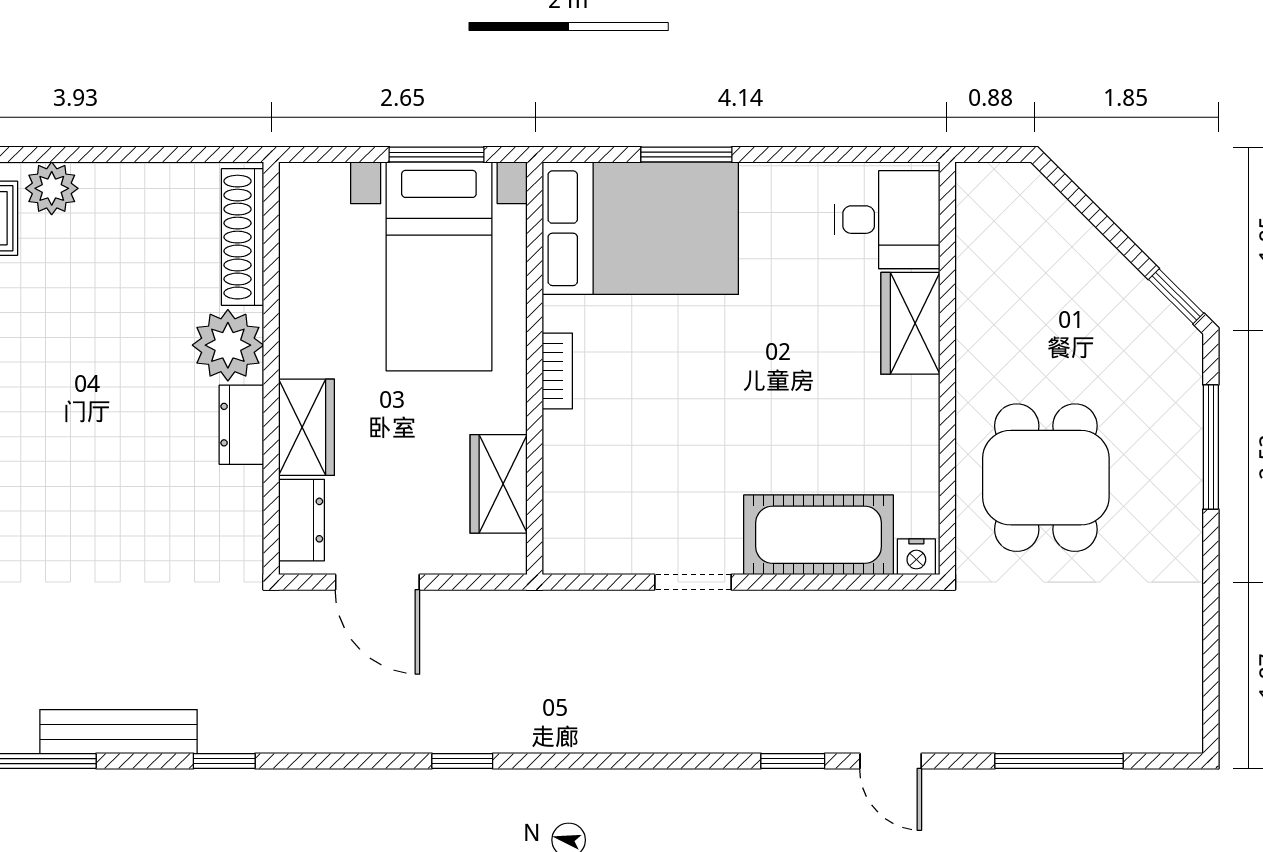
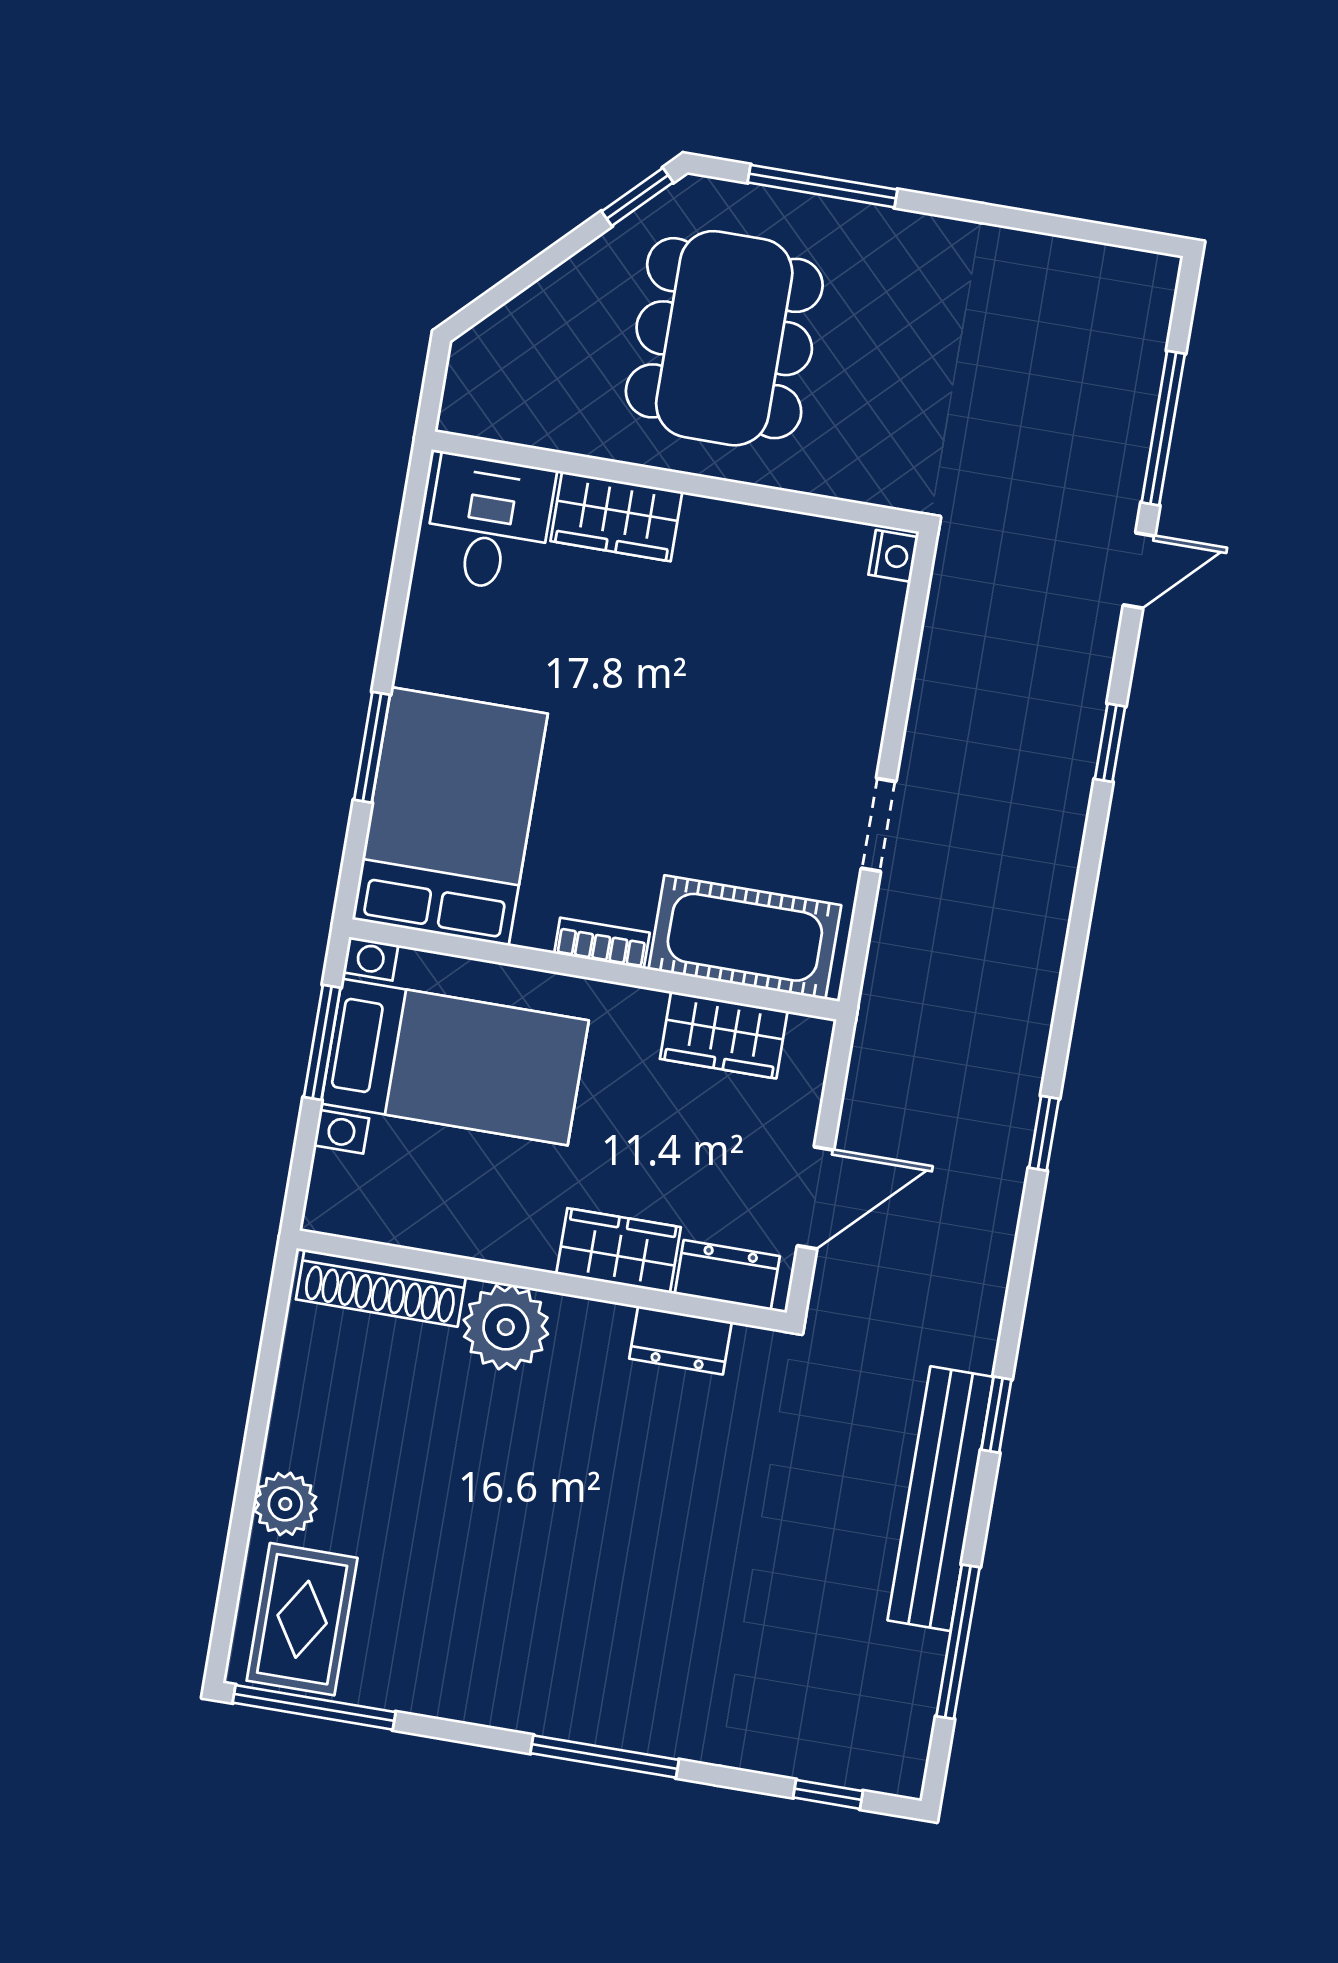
dresser: (241, 425) -> (681, 1340), moved
dining table: (1046, 478) -> (724, 338), moved, width x1.38
cot: (819, 535) -> (745, 937), moved, turned 90
bench: (118, 732) -> (941, 1499), width x1.37, depth x1.21
door: (891, 761) -> (1139, 570), moved

